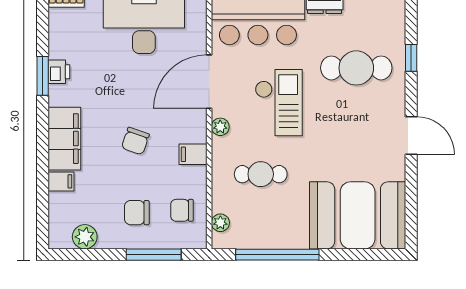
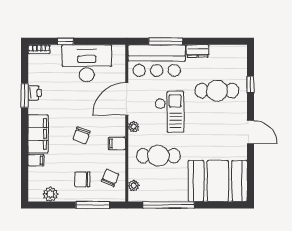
cafe table: (261, 174) -> (158, 156), width x1.37, depth x1.35
chair: (182, 210) -> (110, 178), turned 113

